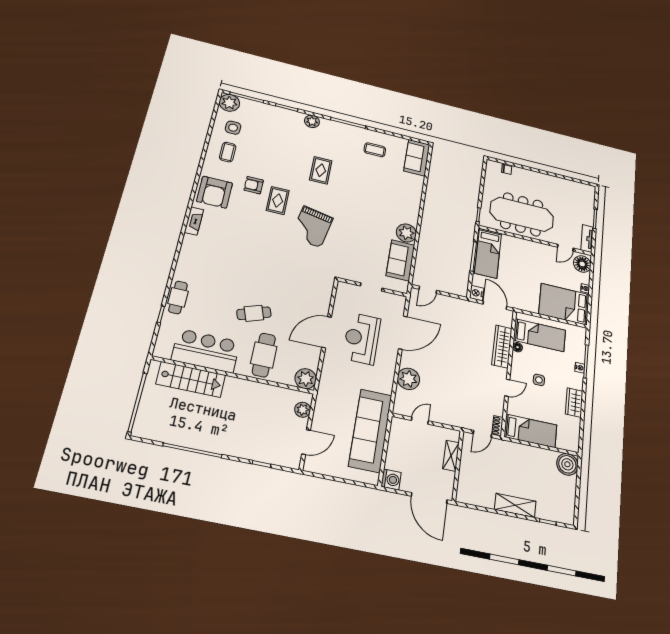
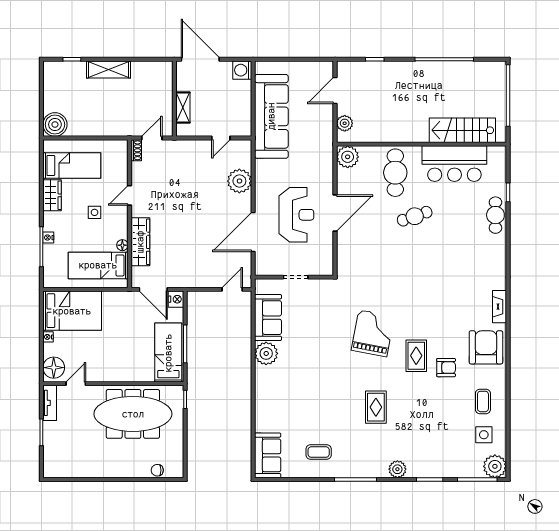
bed: (530, 431) -> (72, 166), moved, turned 180

